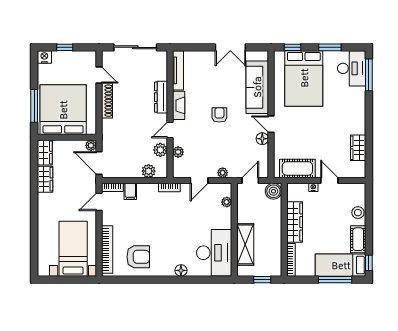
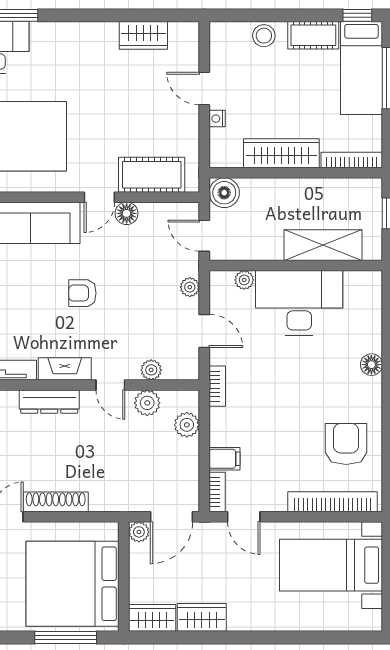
cot: (297, 168) -> (152, 175), moved, turned 90
door: (329, 181) -> (204, 89), hinge flipped
desk: (214, 253) -> (299, 303), moved

